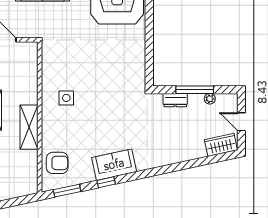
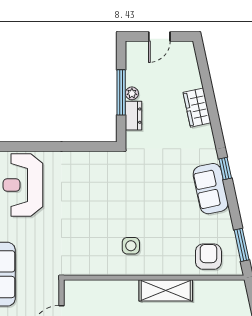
plant: (210, 99) -> (132, 93), moved
wardrobe: (221, 145) -> (197, 108), moved
window: (106, 182) -> (225, 168), moved

